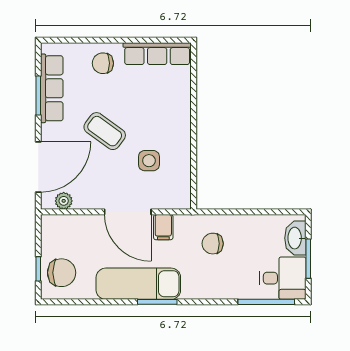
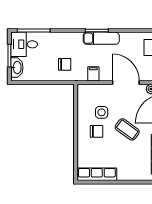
chair: (103, 63) -> (96, 131), moved
door: (128, 212) -> (126, 83), moved
exam couch: (138, 284) -> (101, 38), width x0.73, depth x0.69

